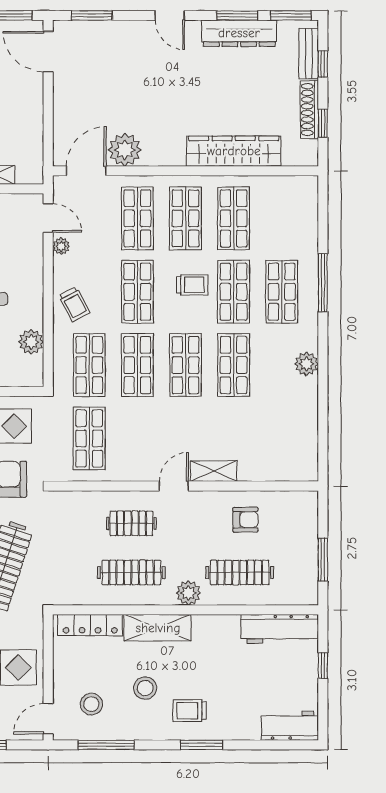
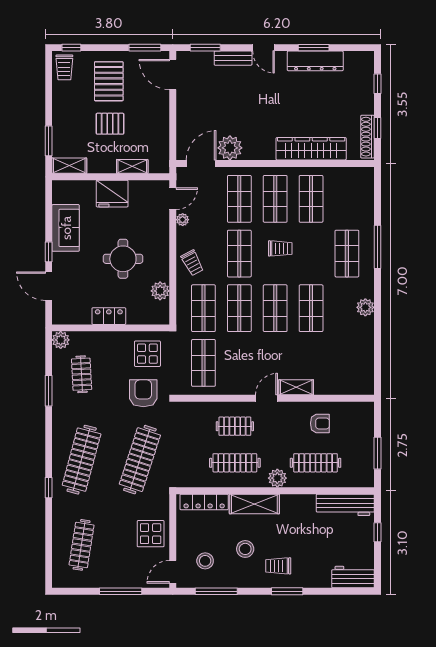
window: (291, 15) -> (354, 48), removed
bench: (309, 54) -> (233, 58), moved, turned 90
shoe rack: (309, 110) -> (368, 137), moved
door: (48, 218) -> (173, 199), hinge flipped
shop shelf: (234, 292) -> (311, 254), removed

